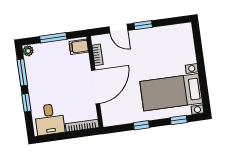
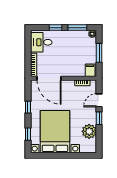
plant: (163, 36) -> (89, 131), added
door: (96, 87) -> (49, 78), moved
bed with nightstands: (171, 92) -> (55, 132), width x1.36

